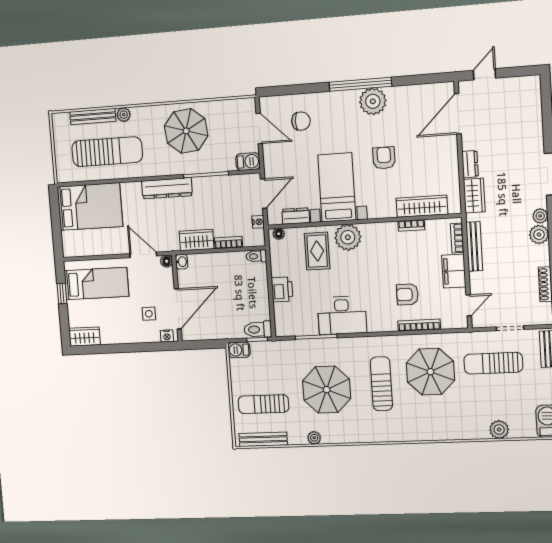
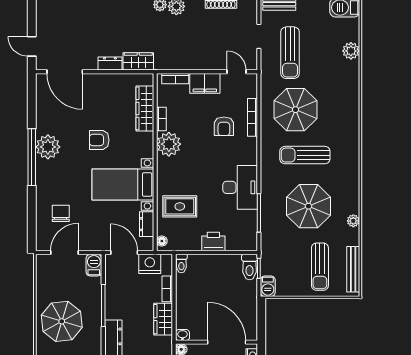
nightstand: (258, 222) -> (150, 264), width x1.89, depth x1.79
plant: (348, 237) -> (169, 144), moved
bench: (474, 246) -> (184, 64), removed

